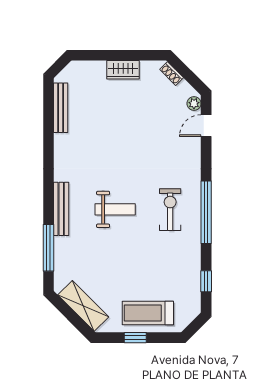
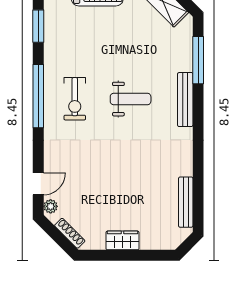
shoe rack: (172, 74) -> (70, 233), width x1.43
weight bench: (115, 209) -> (131, 99), turned 180
window: (206, 281) -> (38, 26), width x1.50

